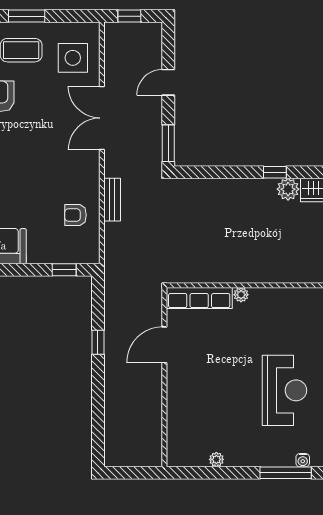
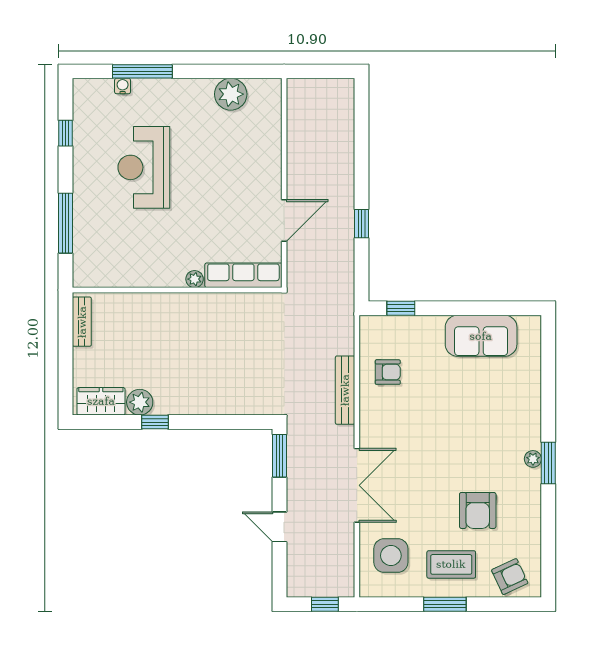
door: (168, 82) -> (280, 527), swing flipped
bench: (112, 200) -> (345, 390), width x1.36
plant: (216, 459) -> (231, 94), width x1.88, depth x1.88

